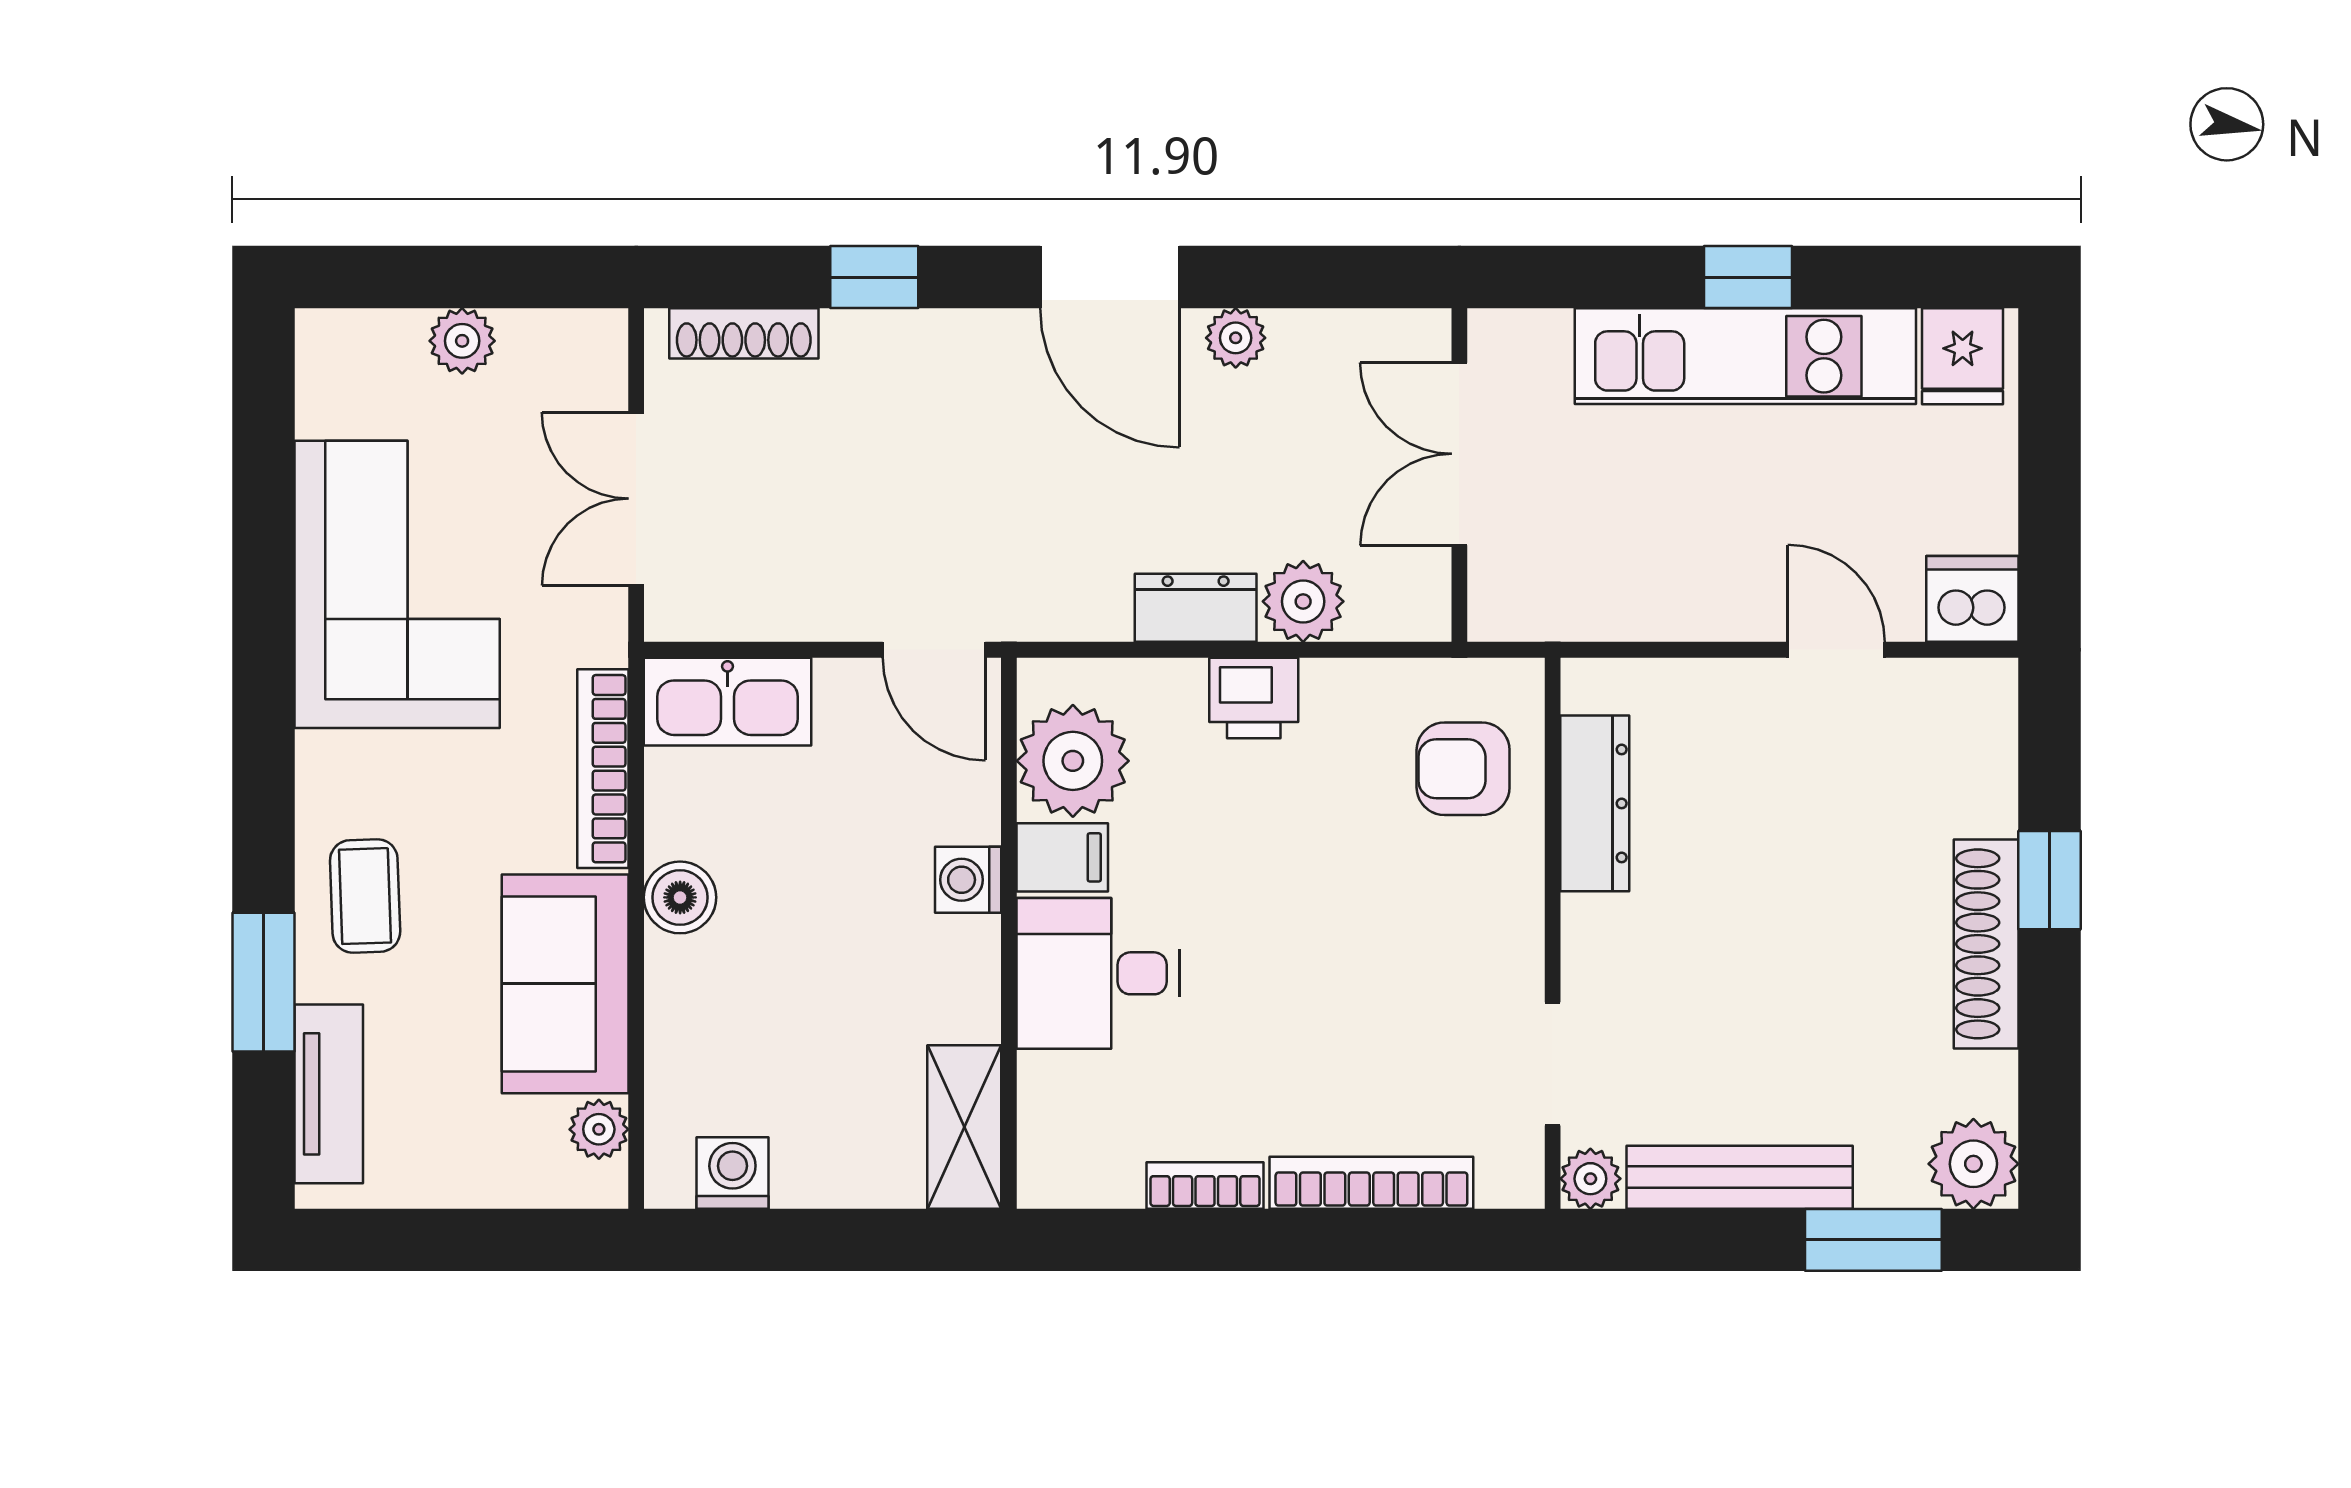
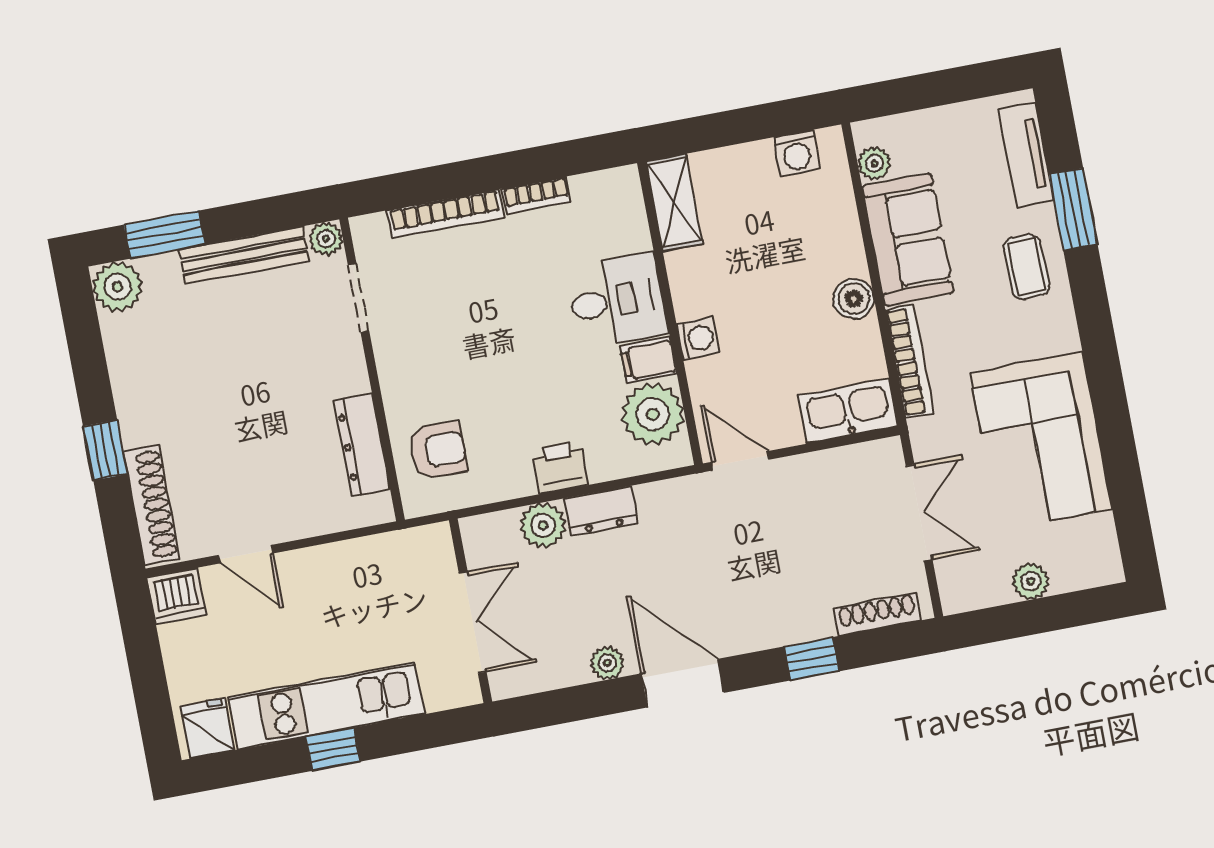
shoe rack: (1986, 944) -> (152, 505), moved

